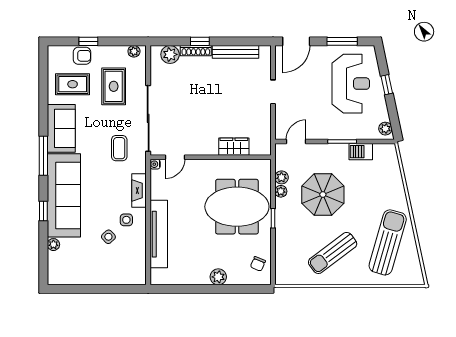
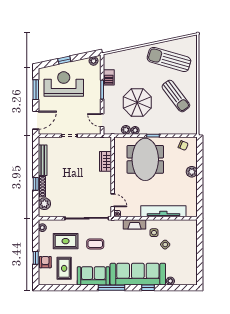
door: (296, 41) -> (36, 120), hinge flipped
coffee table: (119, 148) -> (95, 244), moved

